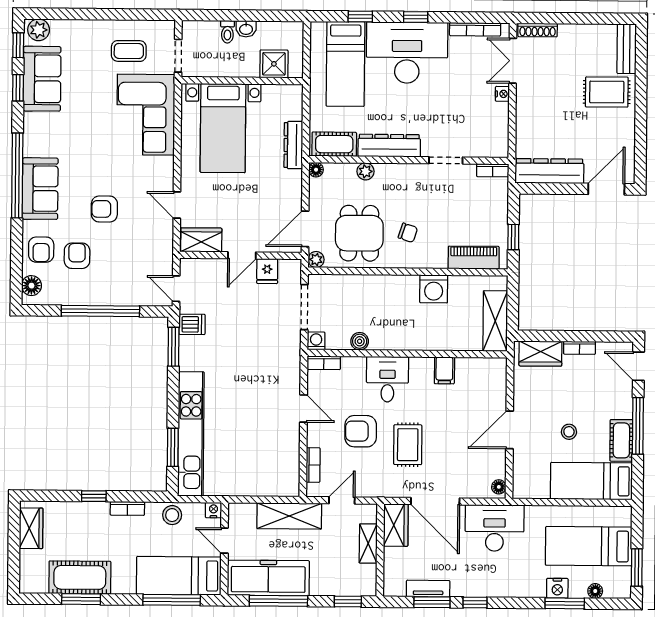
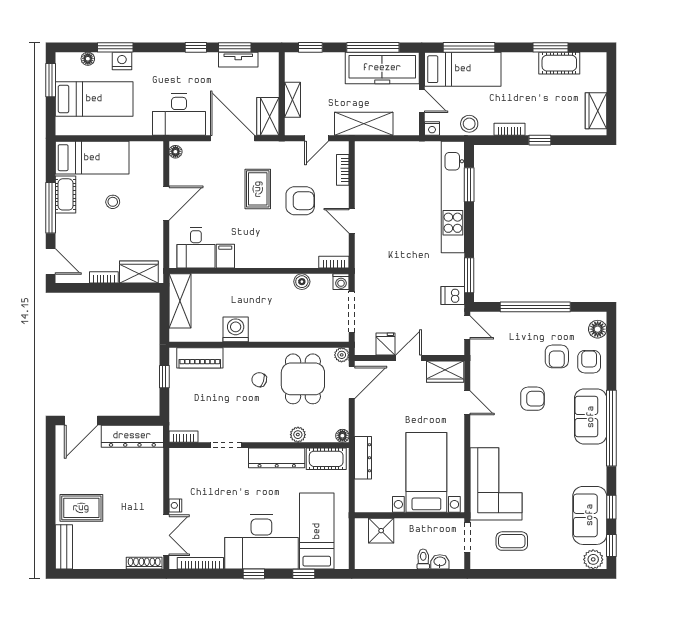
washbasin: (246, 29) -> (440, 562), moved
desk: (387, 379) -> (196, 248), moved
cot: (80, 577) -> (559, 63), width x0.73, depth x0.75

